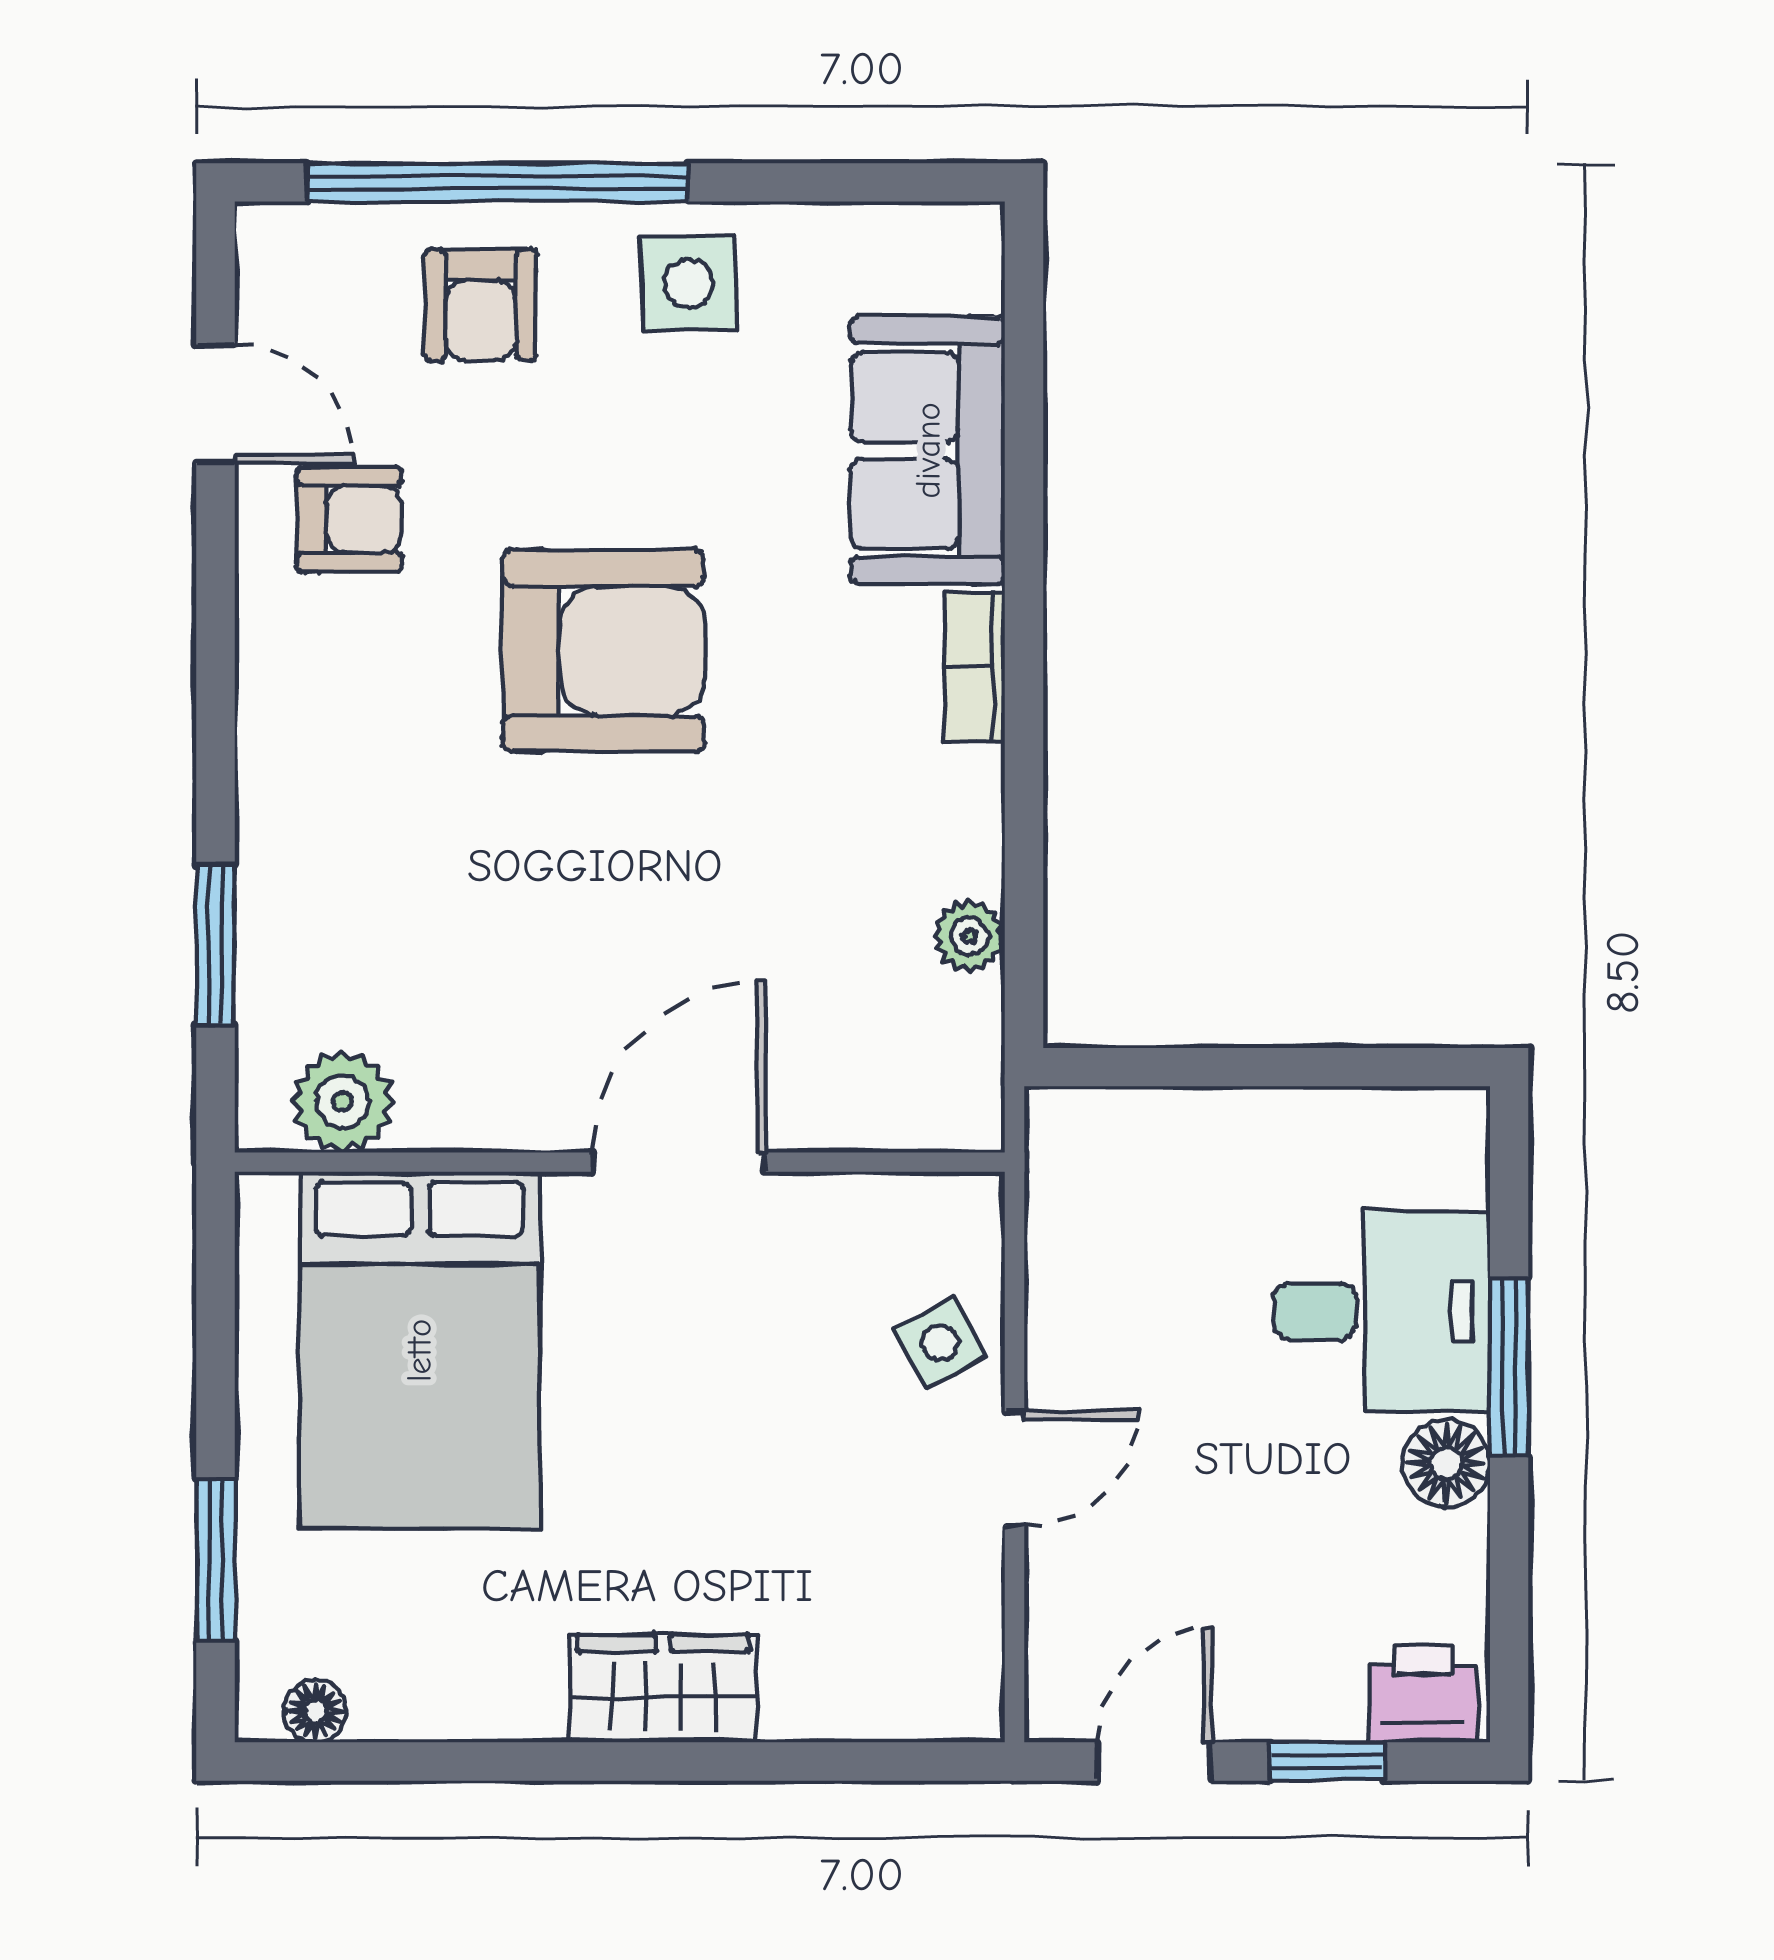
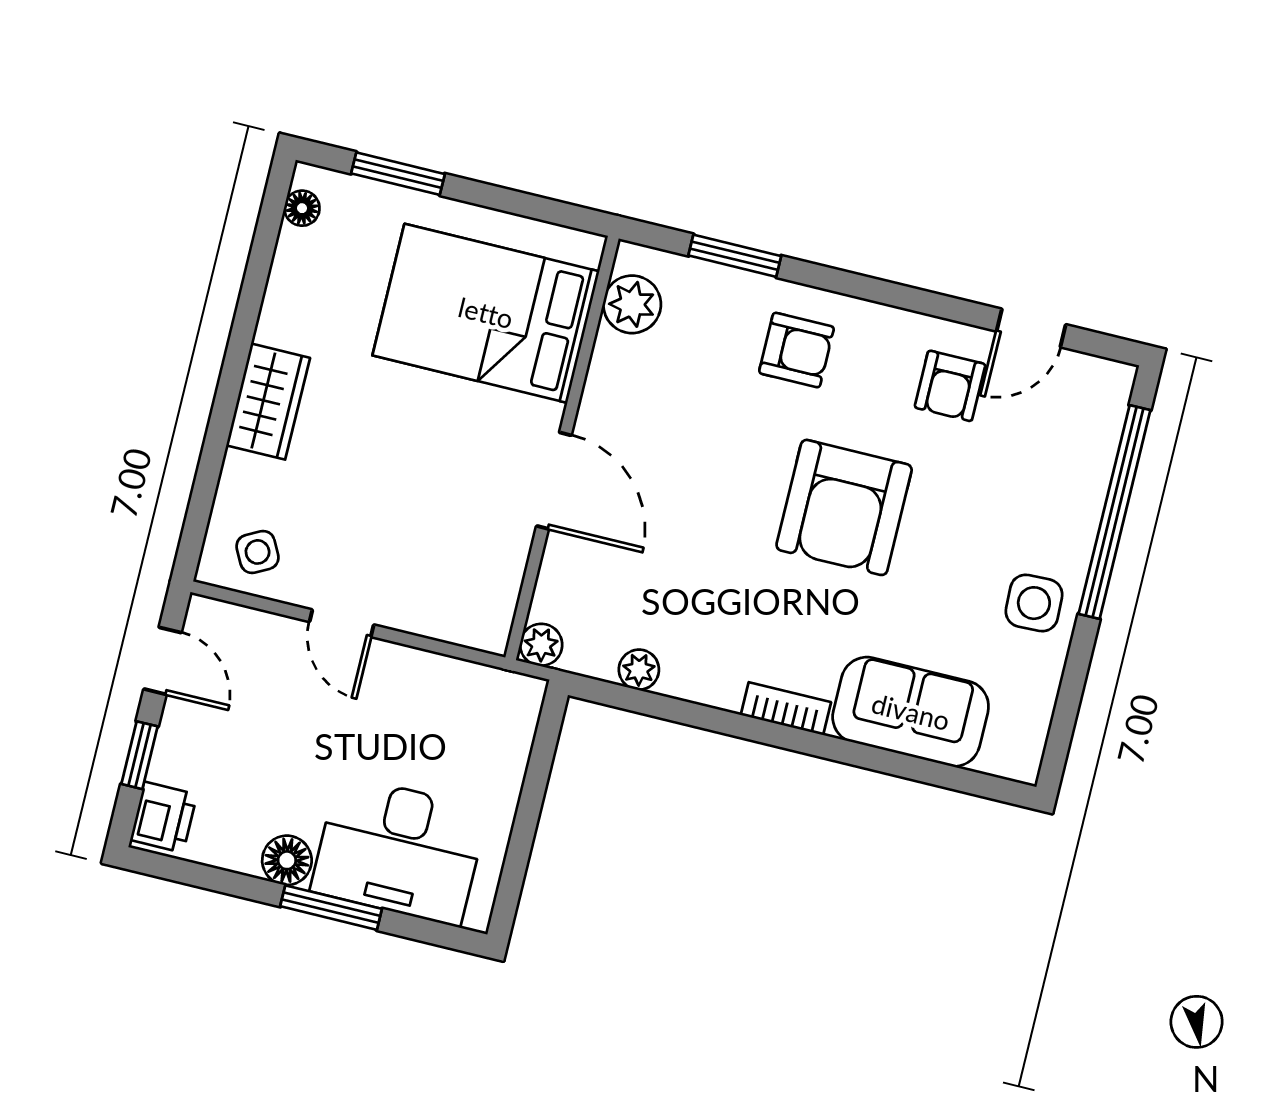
armchair: (480, 305) -> (796, 350), moved, turned 180
plant: (968, 1115) -> (541, 645), added
desk: (1382, 1311) -> (399, 850), width x1.37
side table: (940, 1343) -> (258, 552), moved

